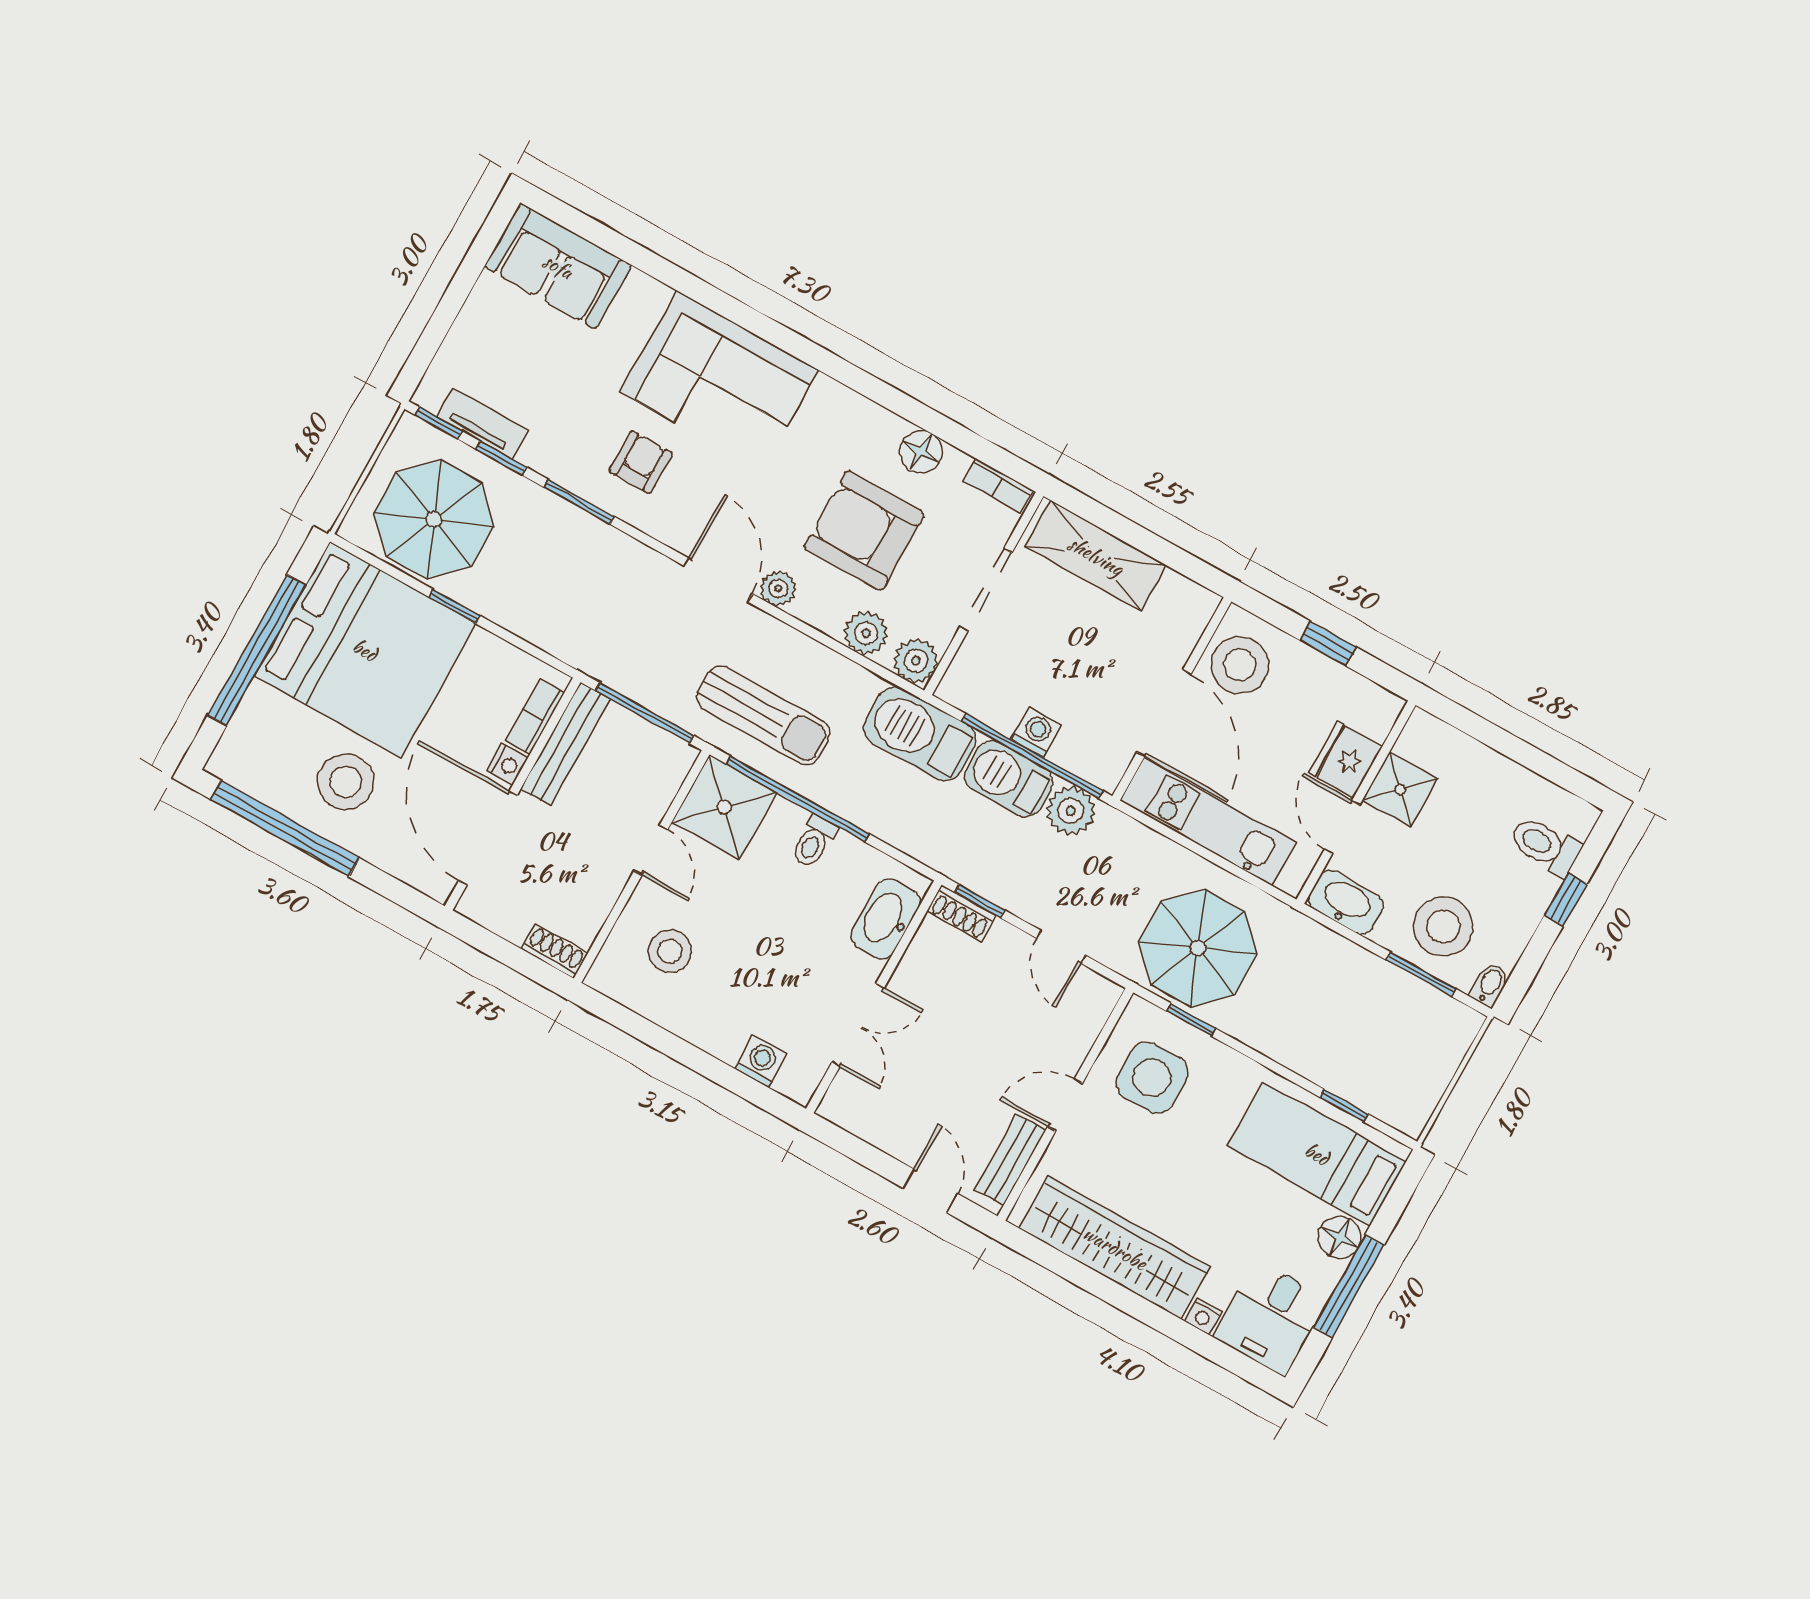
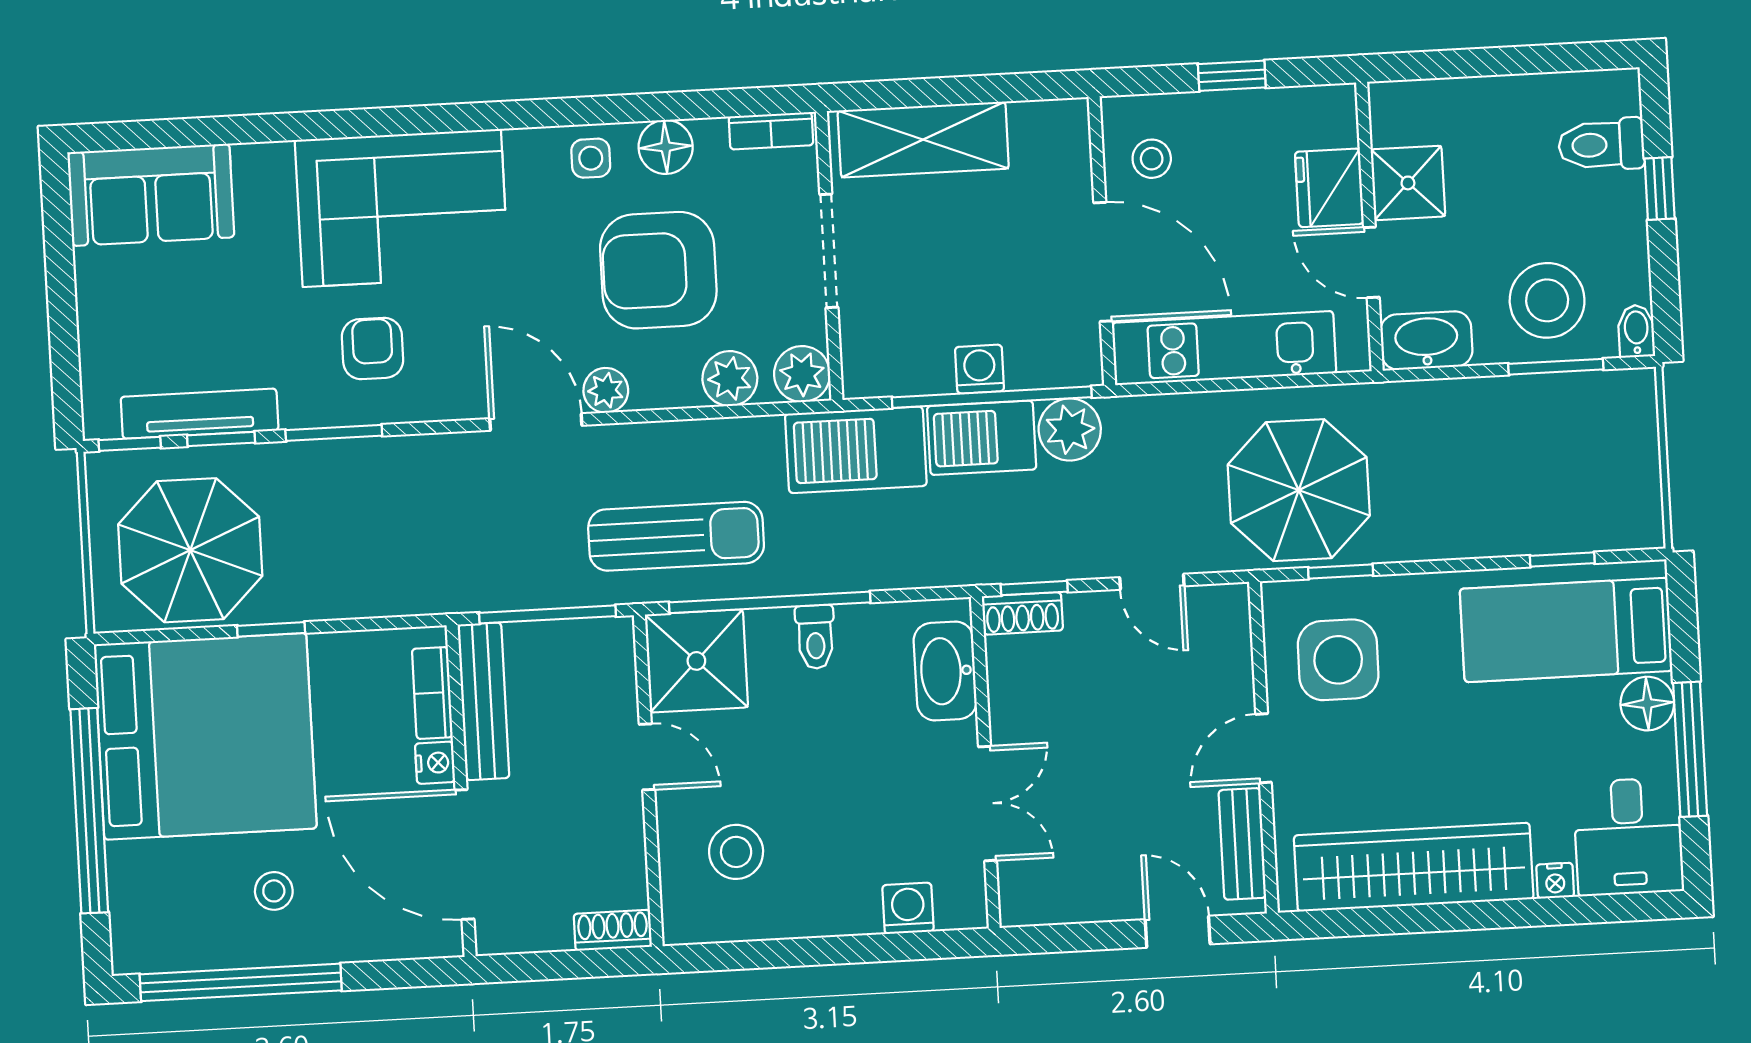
tv unit: (482, 424) -> (200, 414), width x1.41
side table: (866, 428) -> (591, 158), added
stool: (1240, 665) -> (1152, 159), width x0.53, depth x0.53
stool: (346, 782) -> (274, 891), width x0.53, depth x0.53

